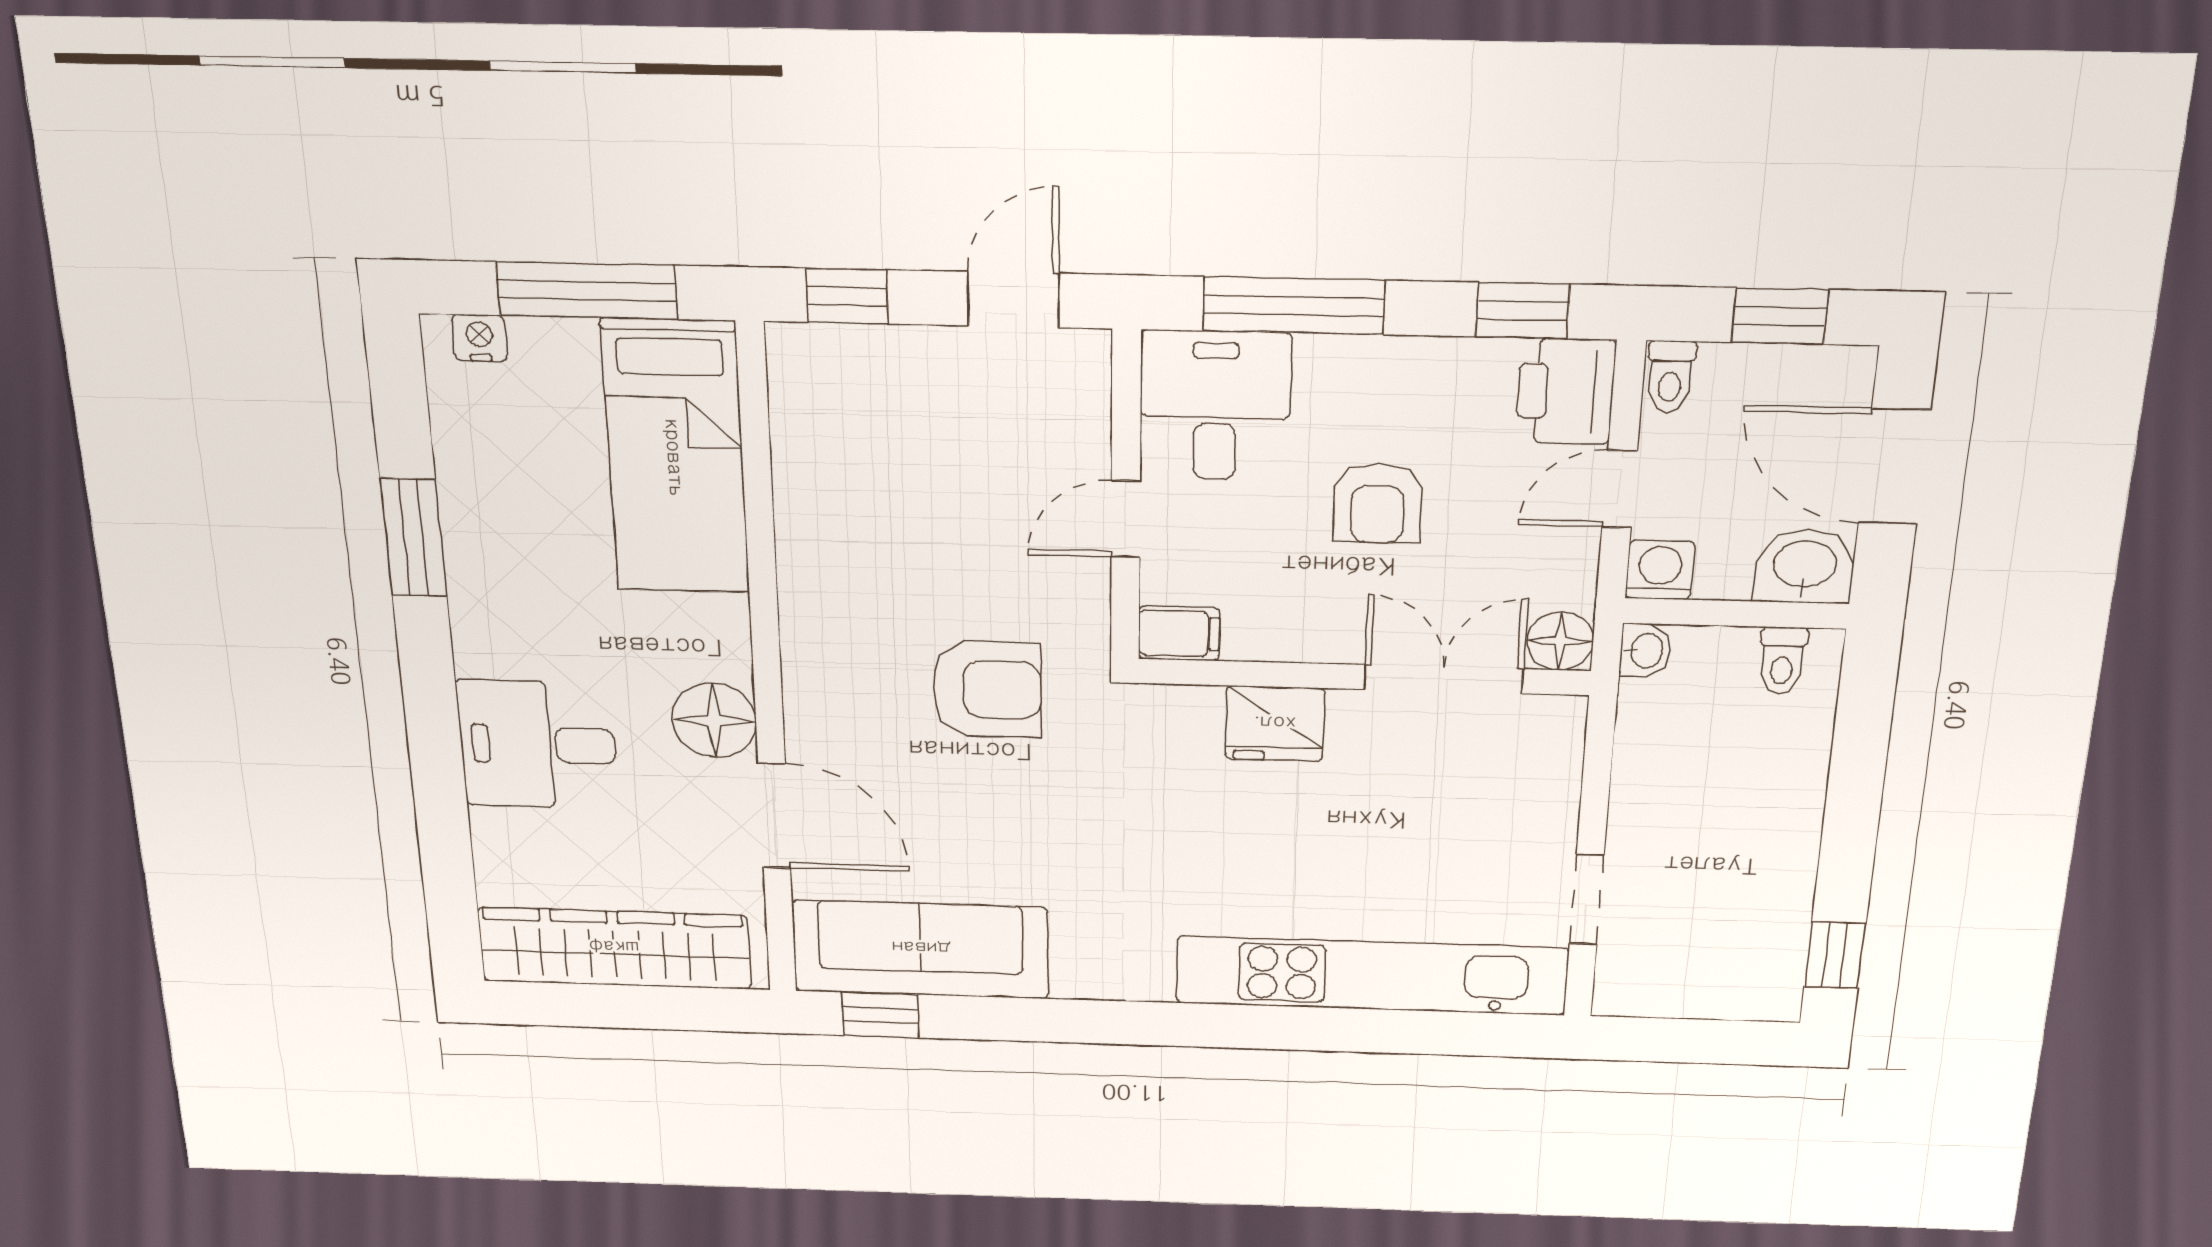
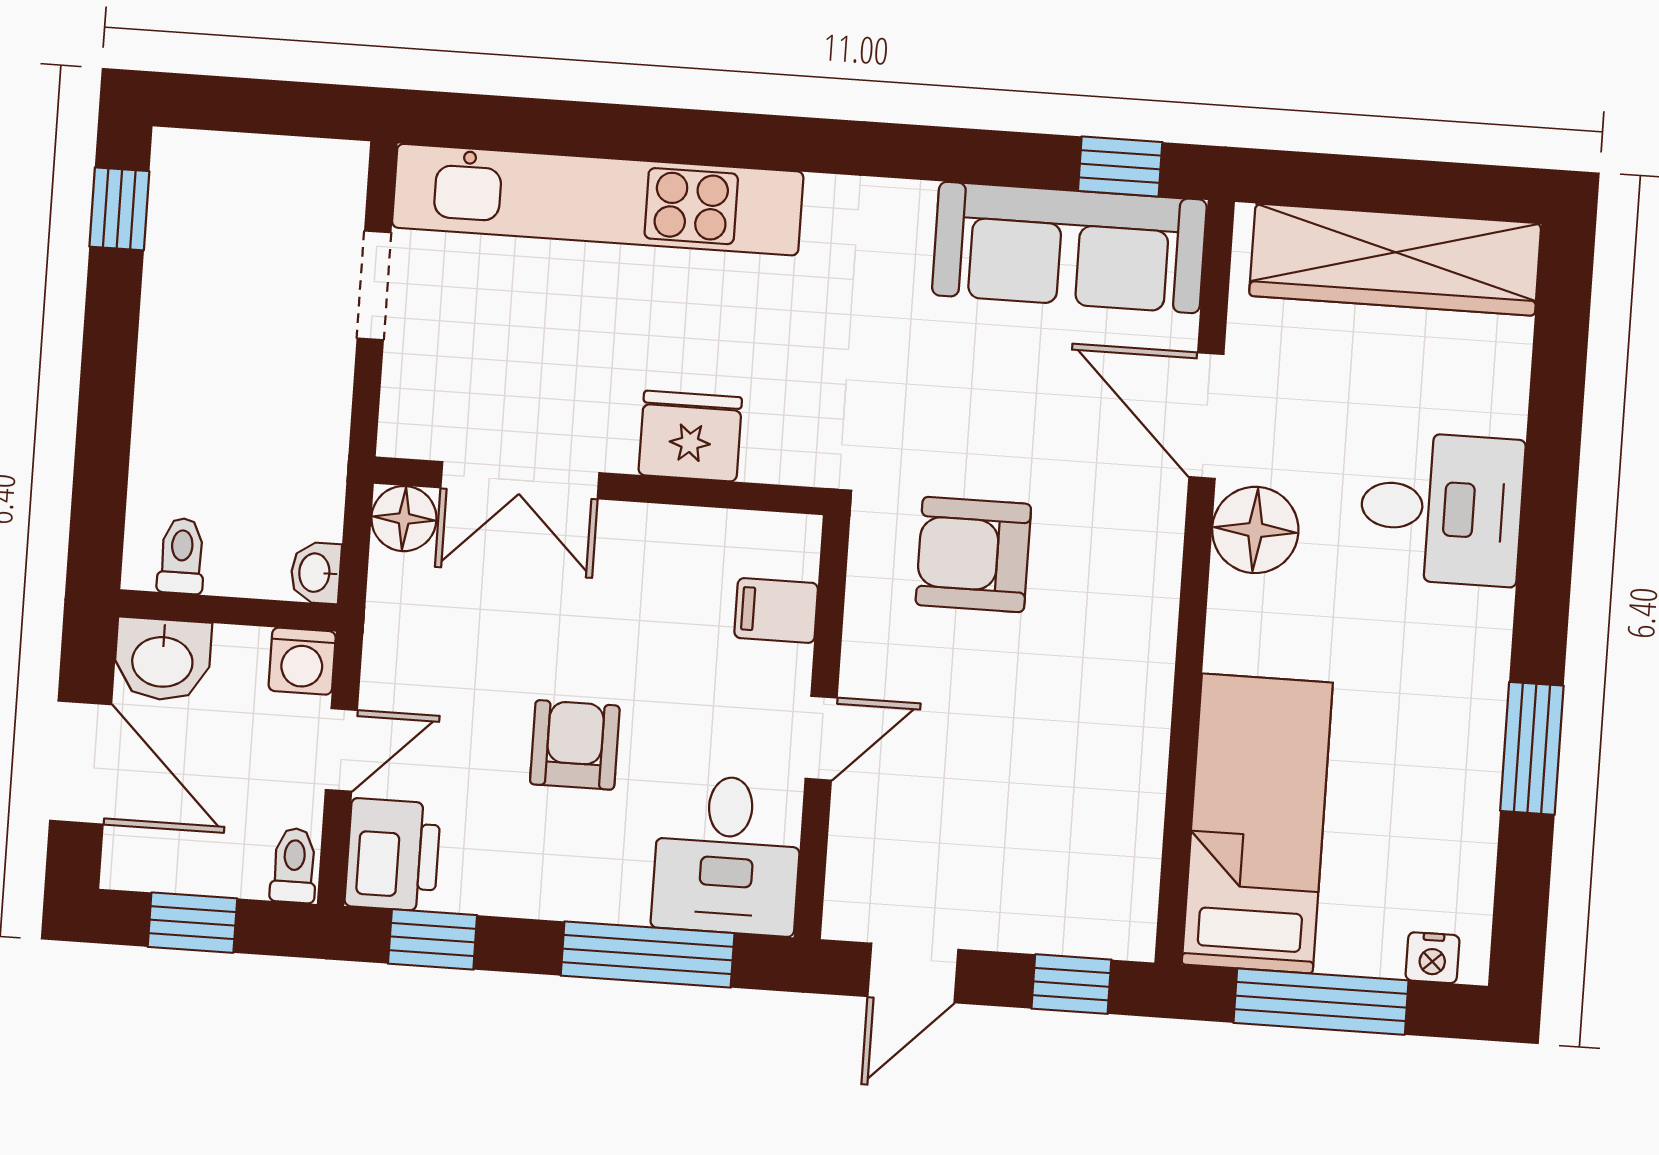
floor lamp: (1560, 641) -> (404, 519), moved
wall: (1364, 677) -> (599, 486), moved
double door: (1443, 679) -> (520, 480), moved
fridge: (1275, 724) -> (690, 436), moved

